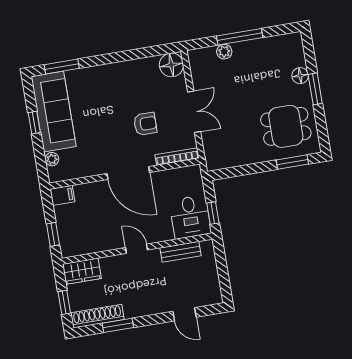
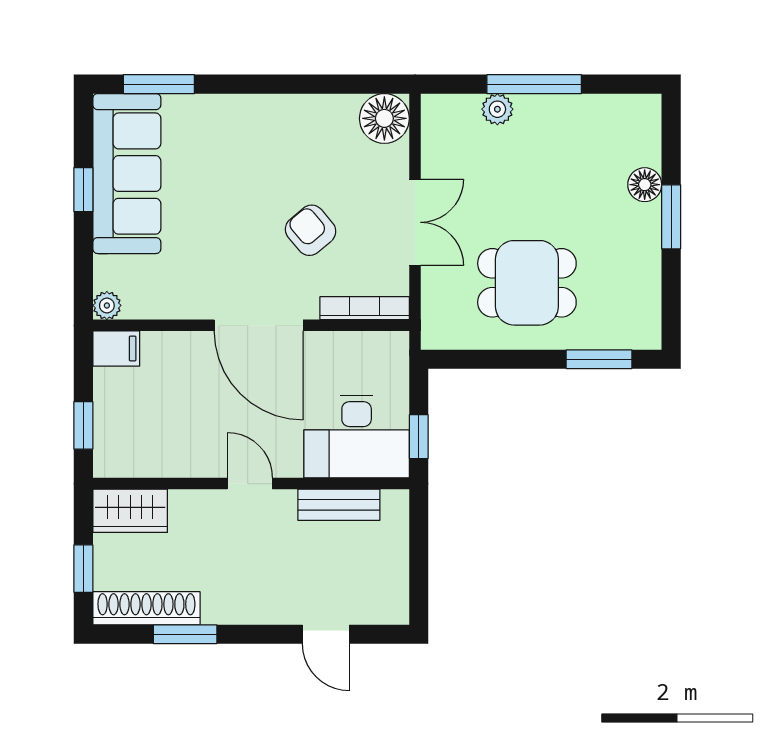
armchair: (145, 124) -> (311, 230), turned -130
dining table: (286, 126) -> (527, 283), moved
plant: (52, 159) -> (107, 305), moved
desk: (190, 217) -> (357, 436), width x1.37

